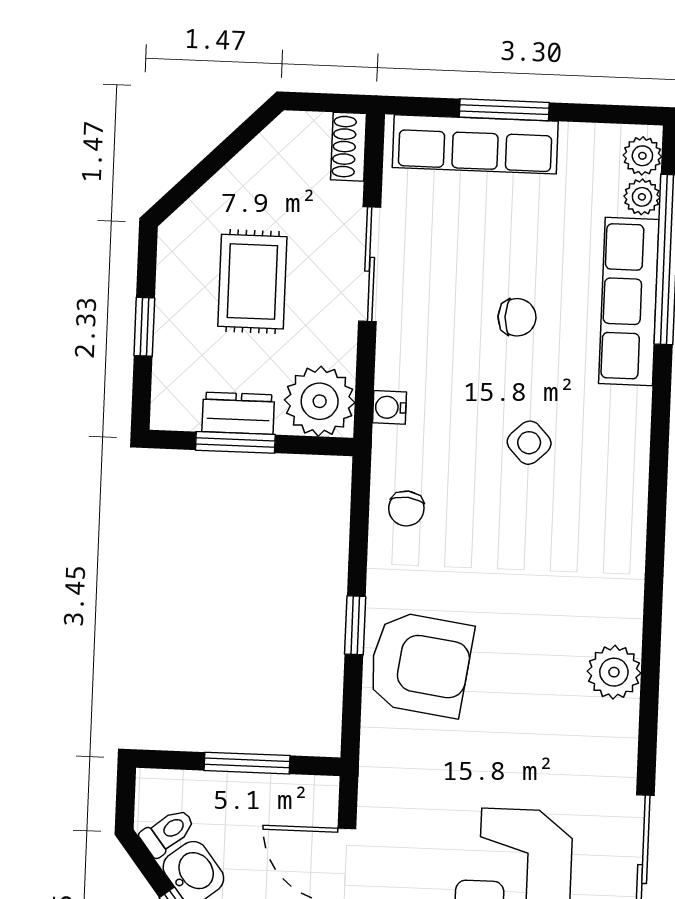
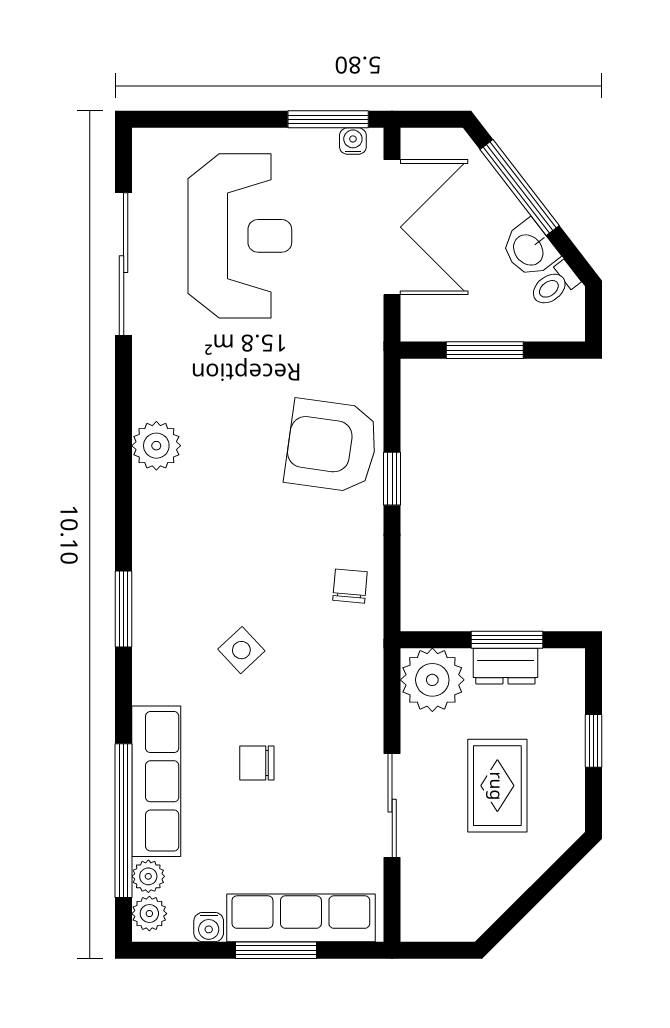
shoe rack: (349, 147) -> (415, 911), removed
water cooler: (389, 407) -> (209, 927), moved, turned 90
window: (657, 493) -> (124, 609), added

